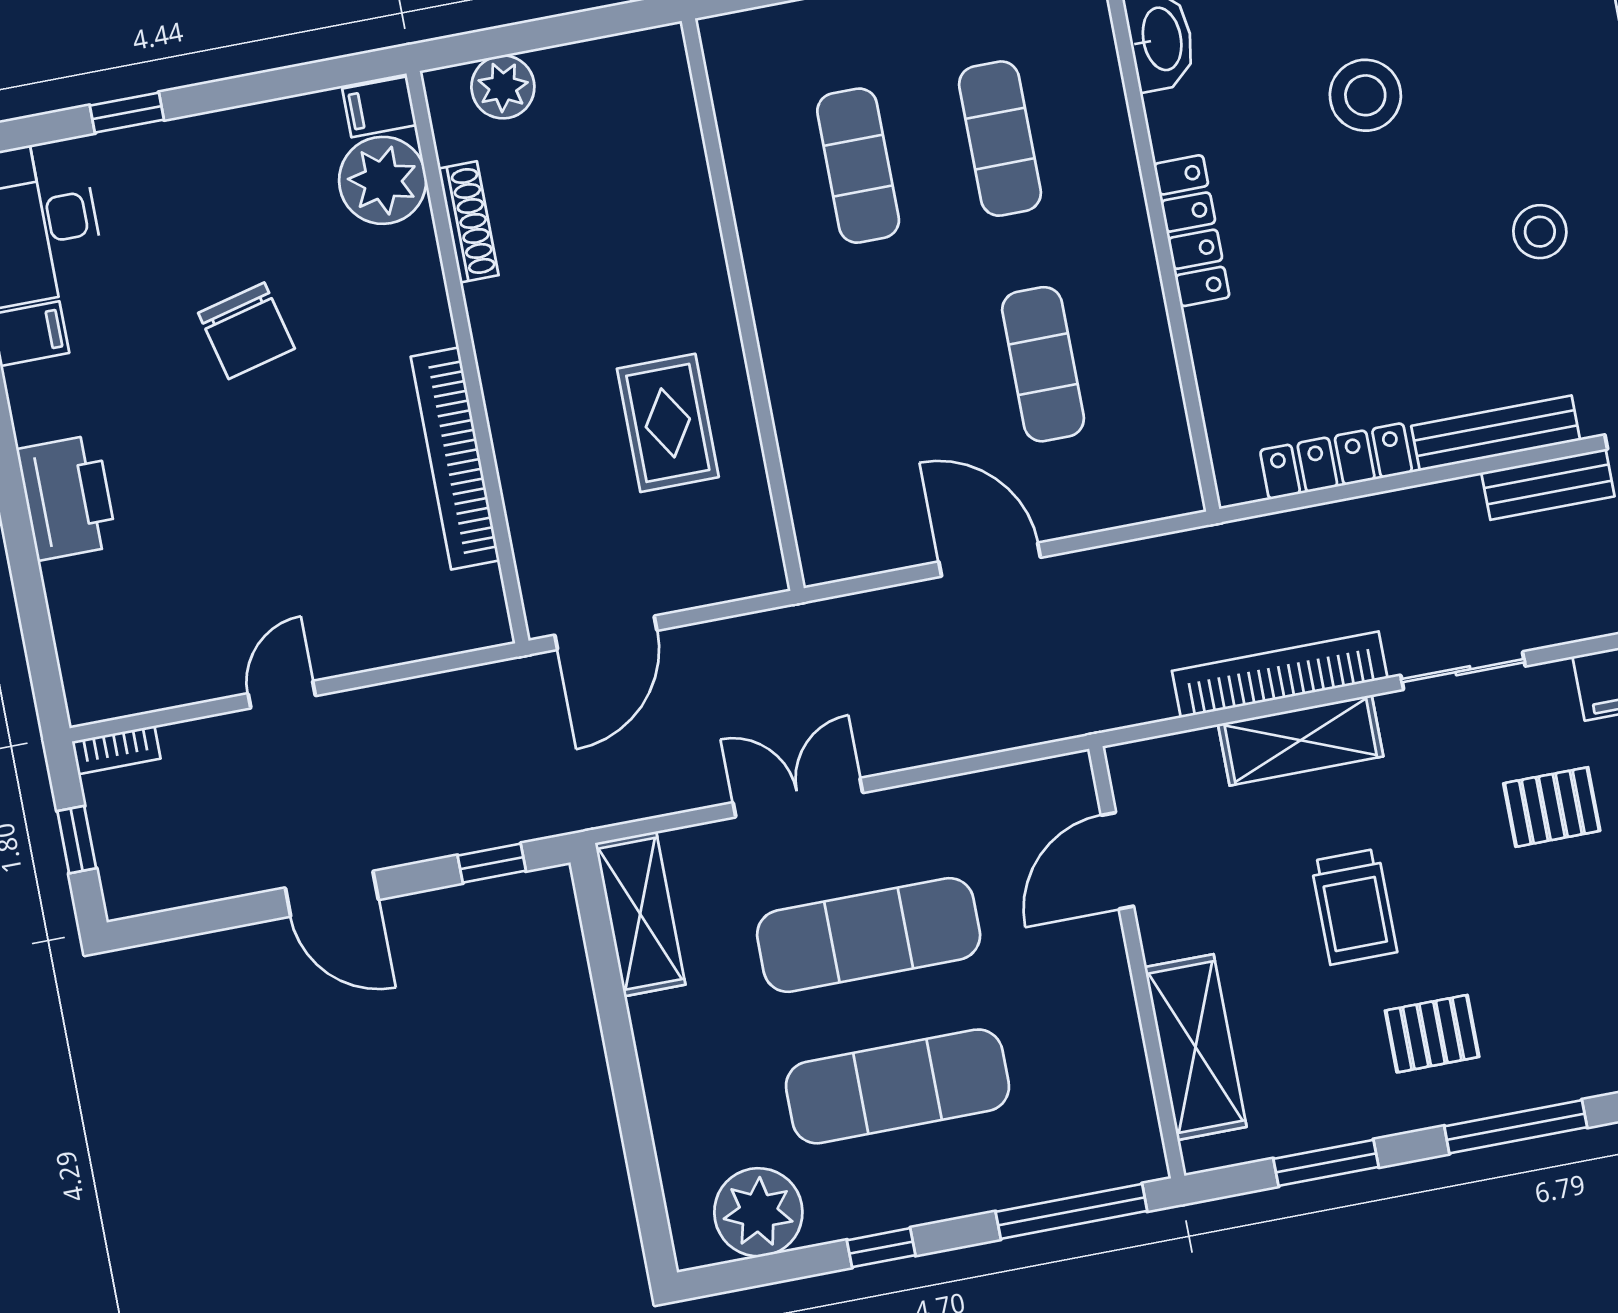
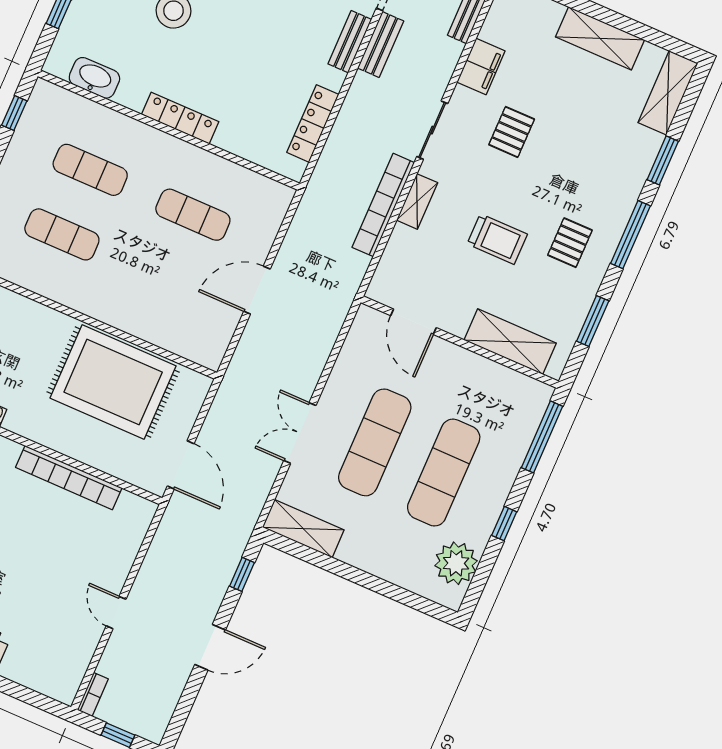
rug: (668, 423) -> (113, 382), width x1.86, depth x2.06
bench: (1496, 433) -> (350, 42), width x0.73
shelving: (1301, 740) -> (417, 201), width x0.67, depth x0.75

